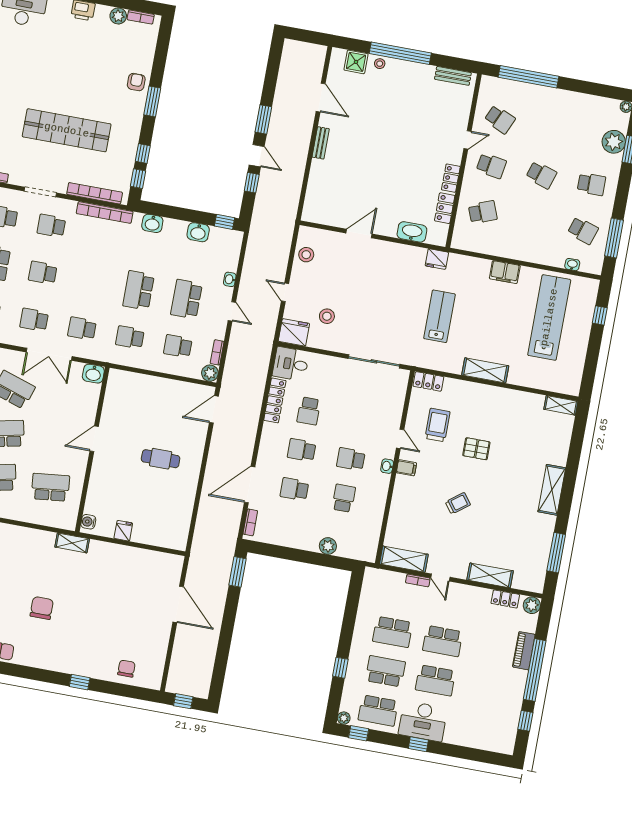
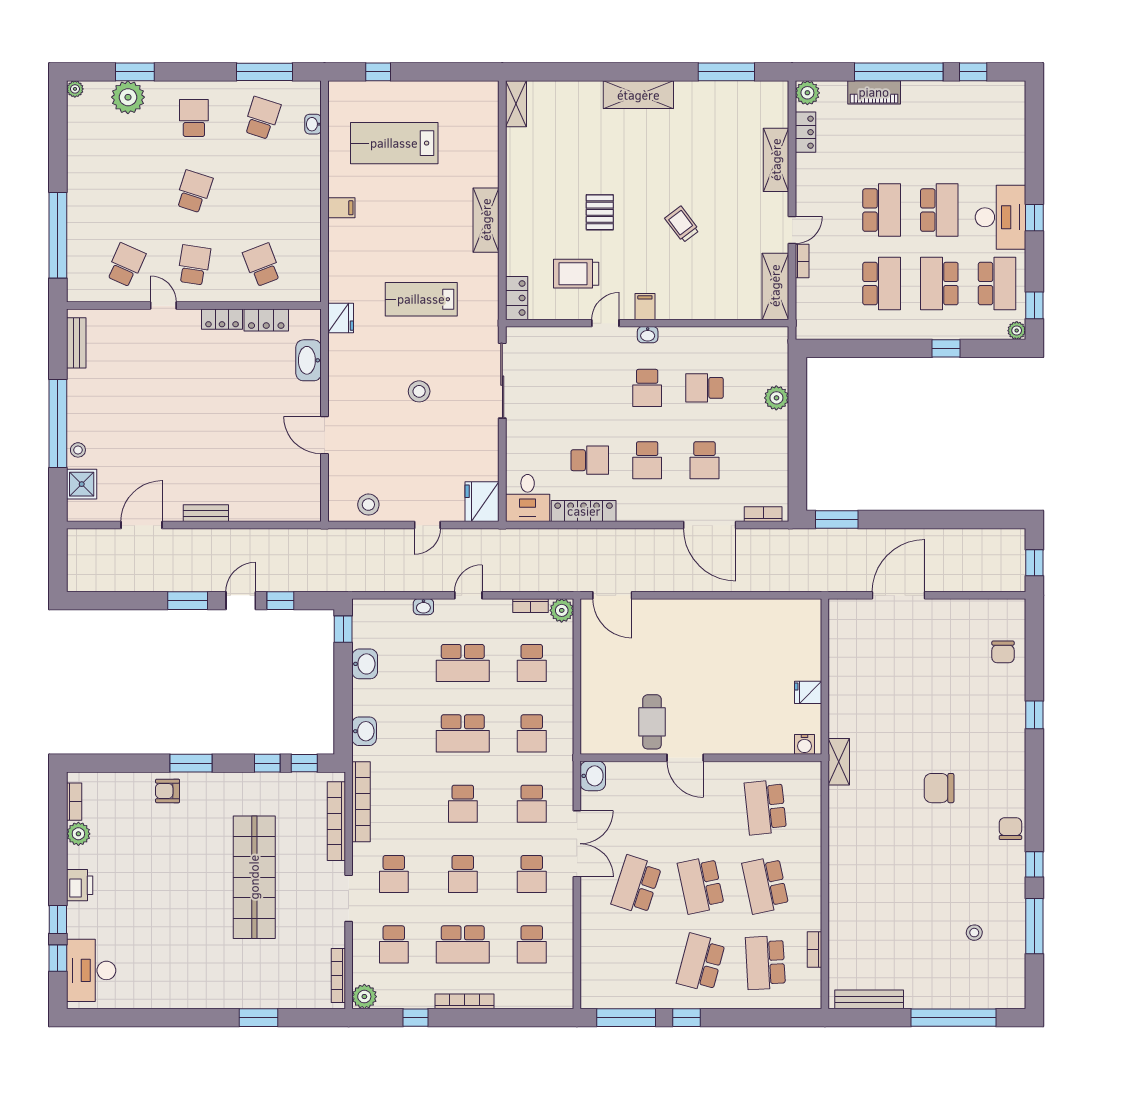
filing cabinet: (505, 272) -> (341, 208), width x0.50
school desk: (91, 282) -> (463, 804), added
stool: (327, 316) -> (419, 391), moved
lab bench: (549, 317) -> (394, 143), width x0.73
cafe table: (161, 459) -> (652, 722), moved
chair: (126, 669) -> (1003, 652), turned -90

